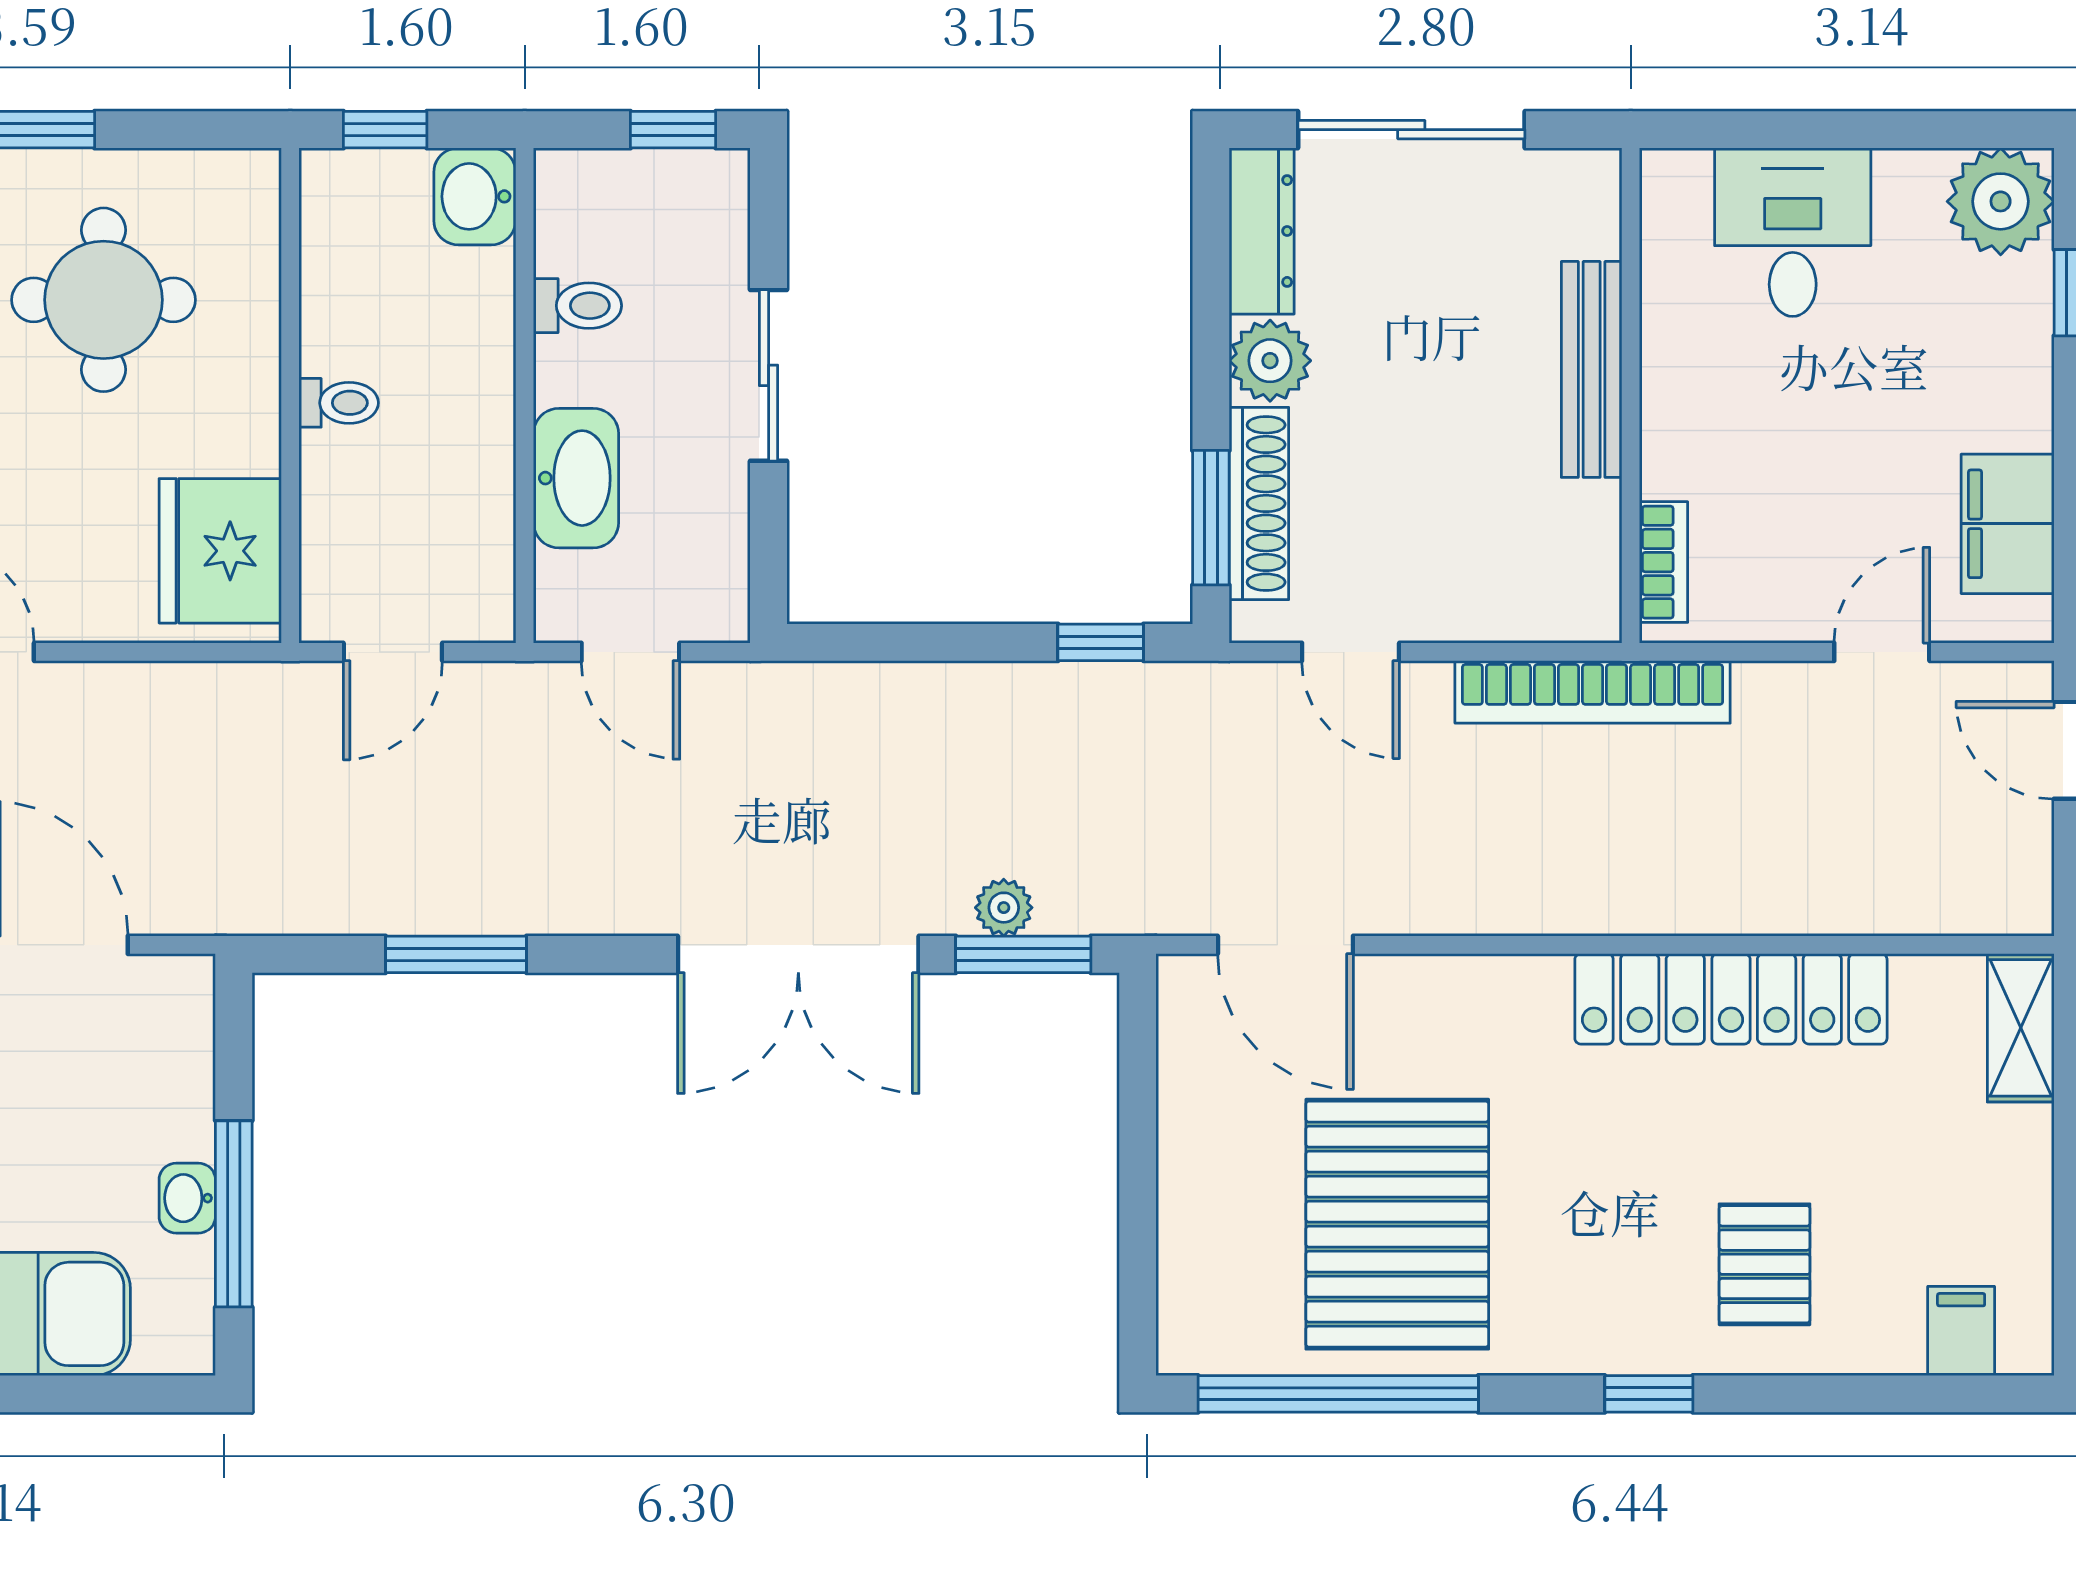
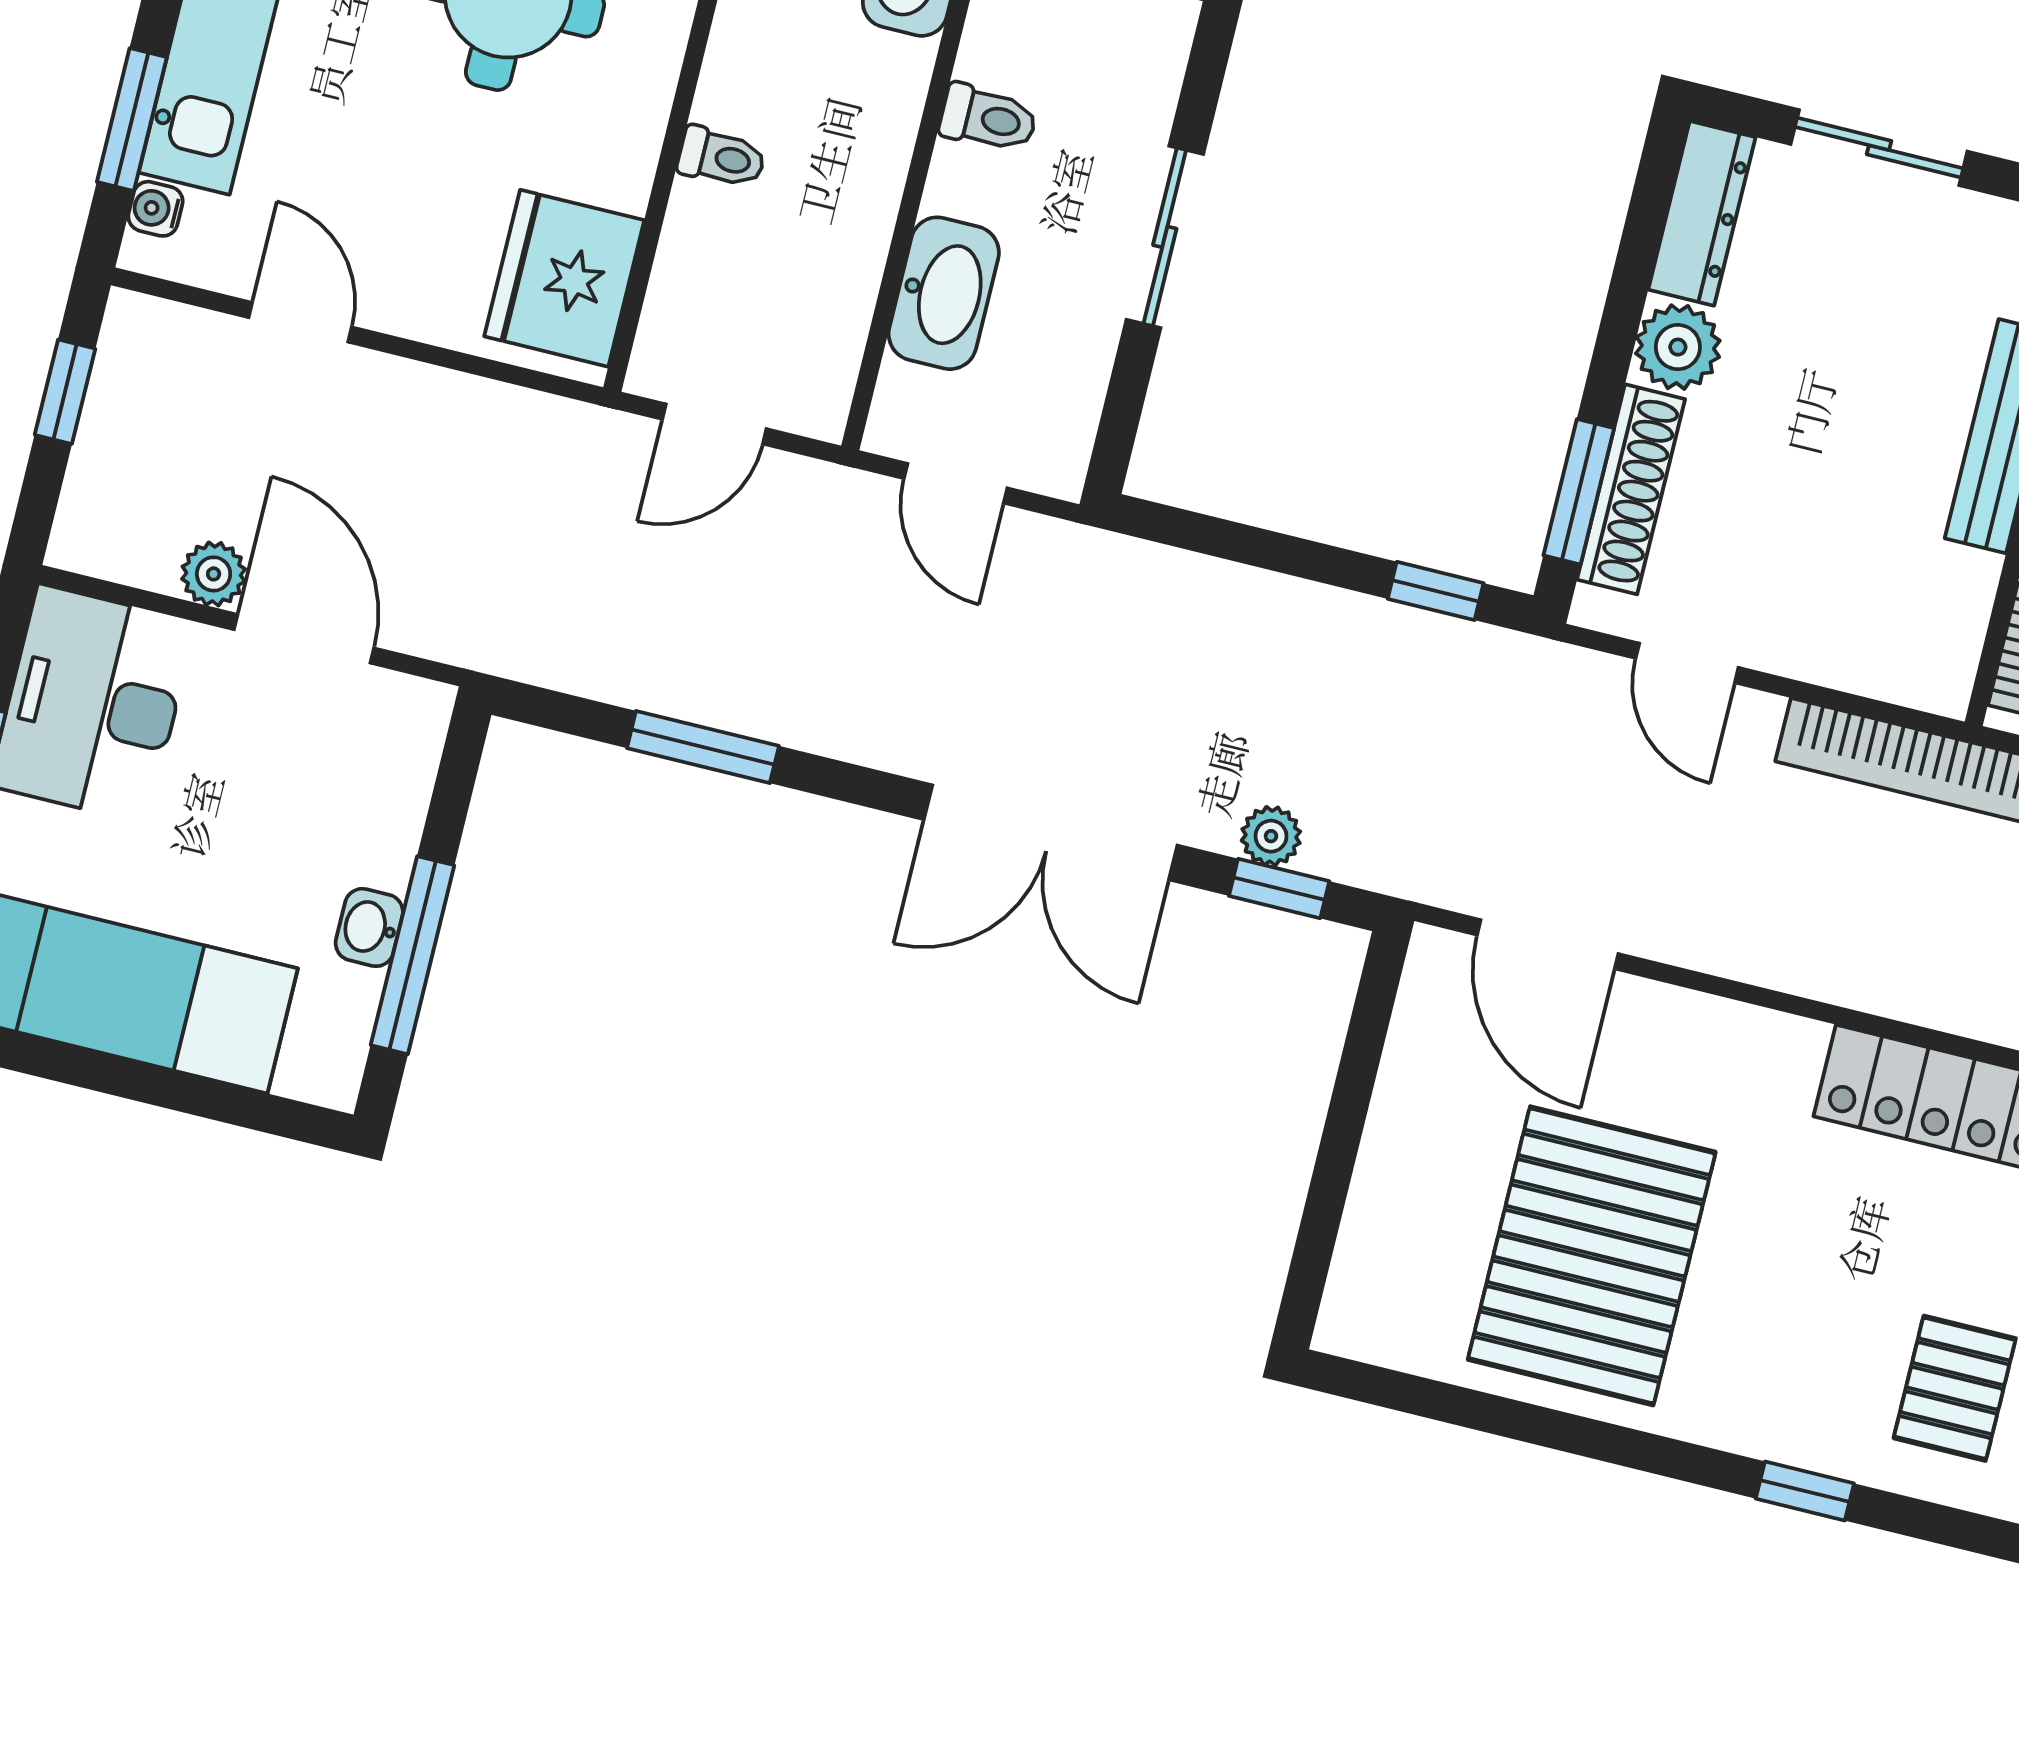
sliding door: (1411, 130) -> (1879, 148), width x0.73
window: (1023, 954) -> (1279, 889), width x0.67
window: (1338, 1394) -> (1489, 1413), removed

